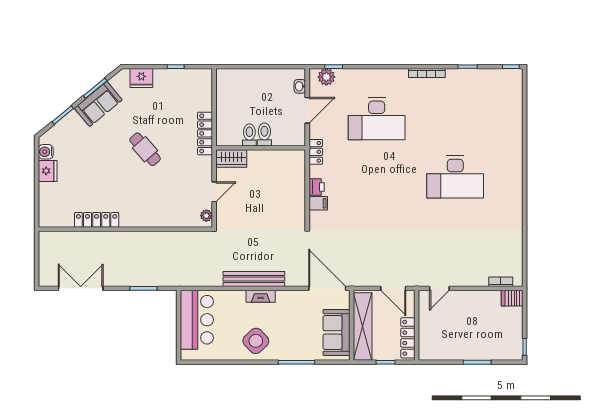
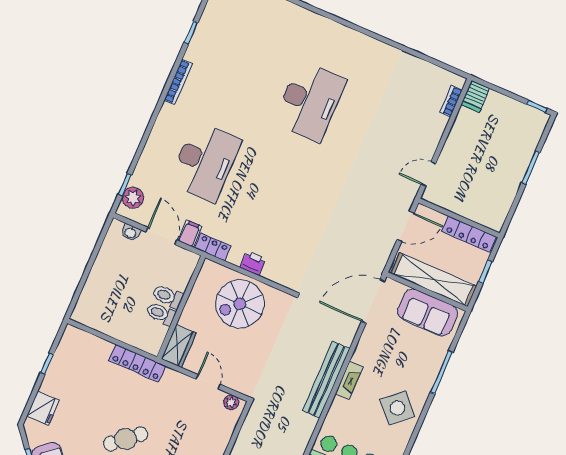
spiral stairs: (282, 190) -> (240, 304), added
filing cabinet: (318, 203) -> (190, 234), moved
door: (439, 288) -> (428, 174), swing flipped

